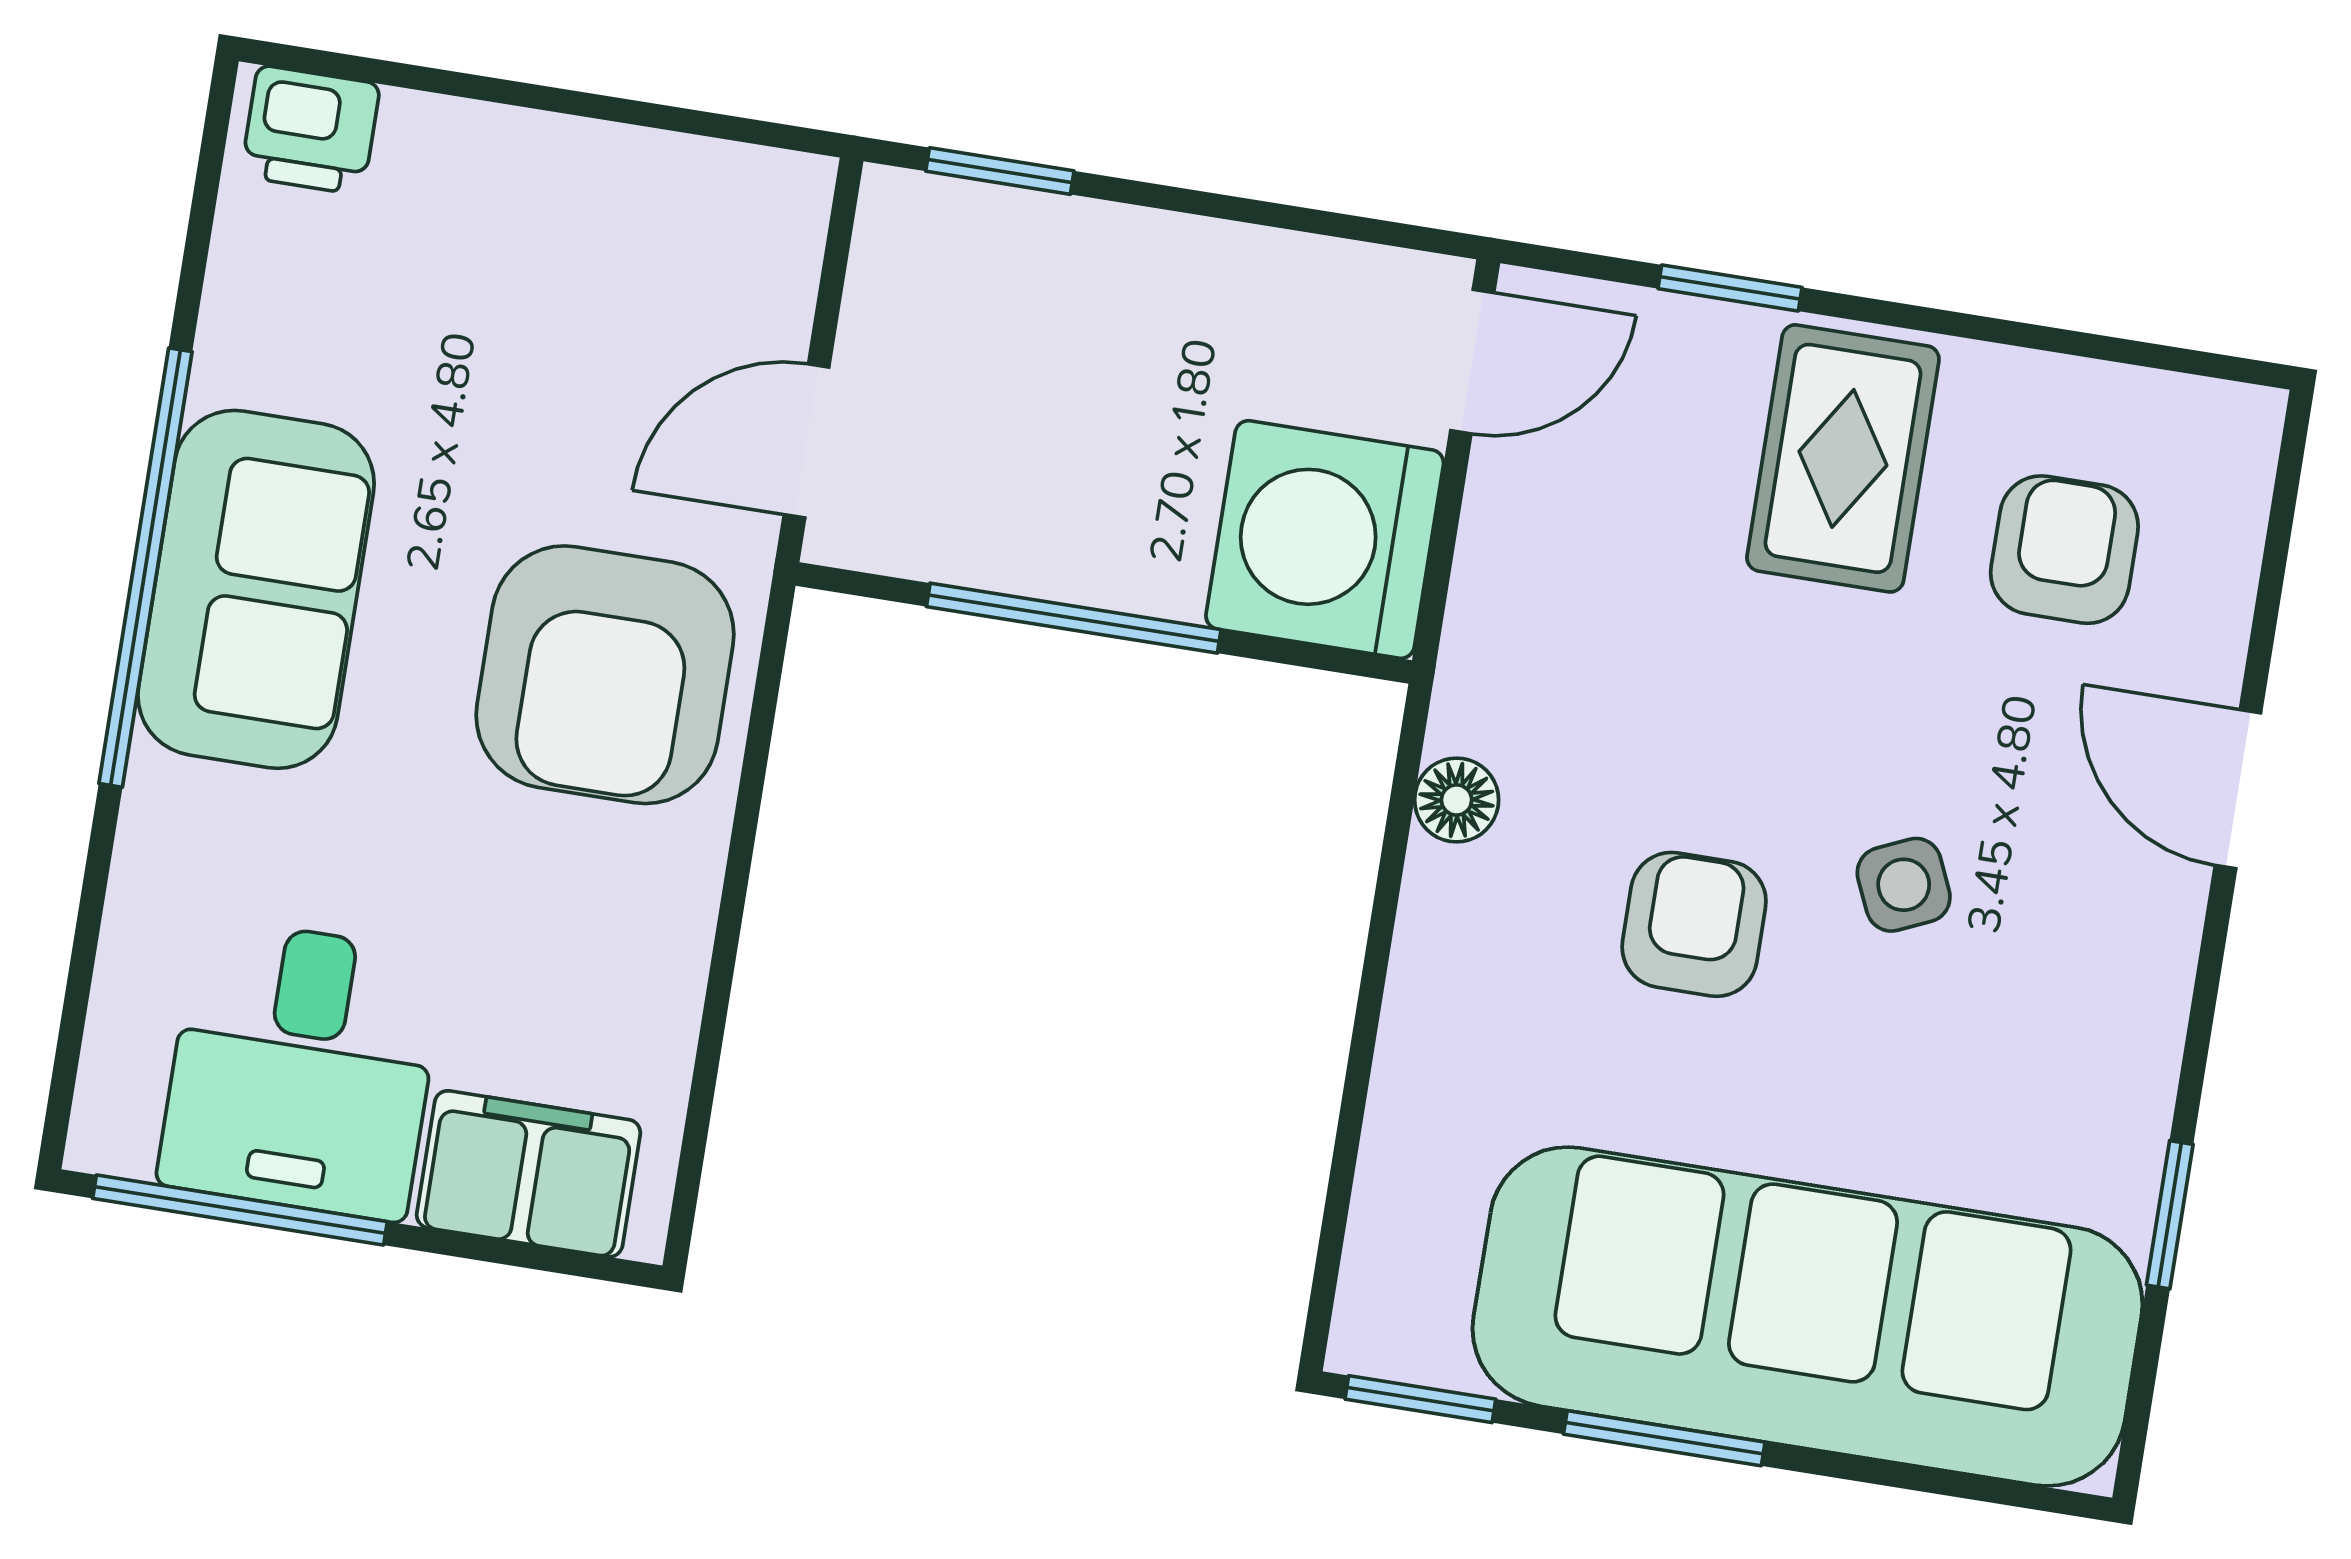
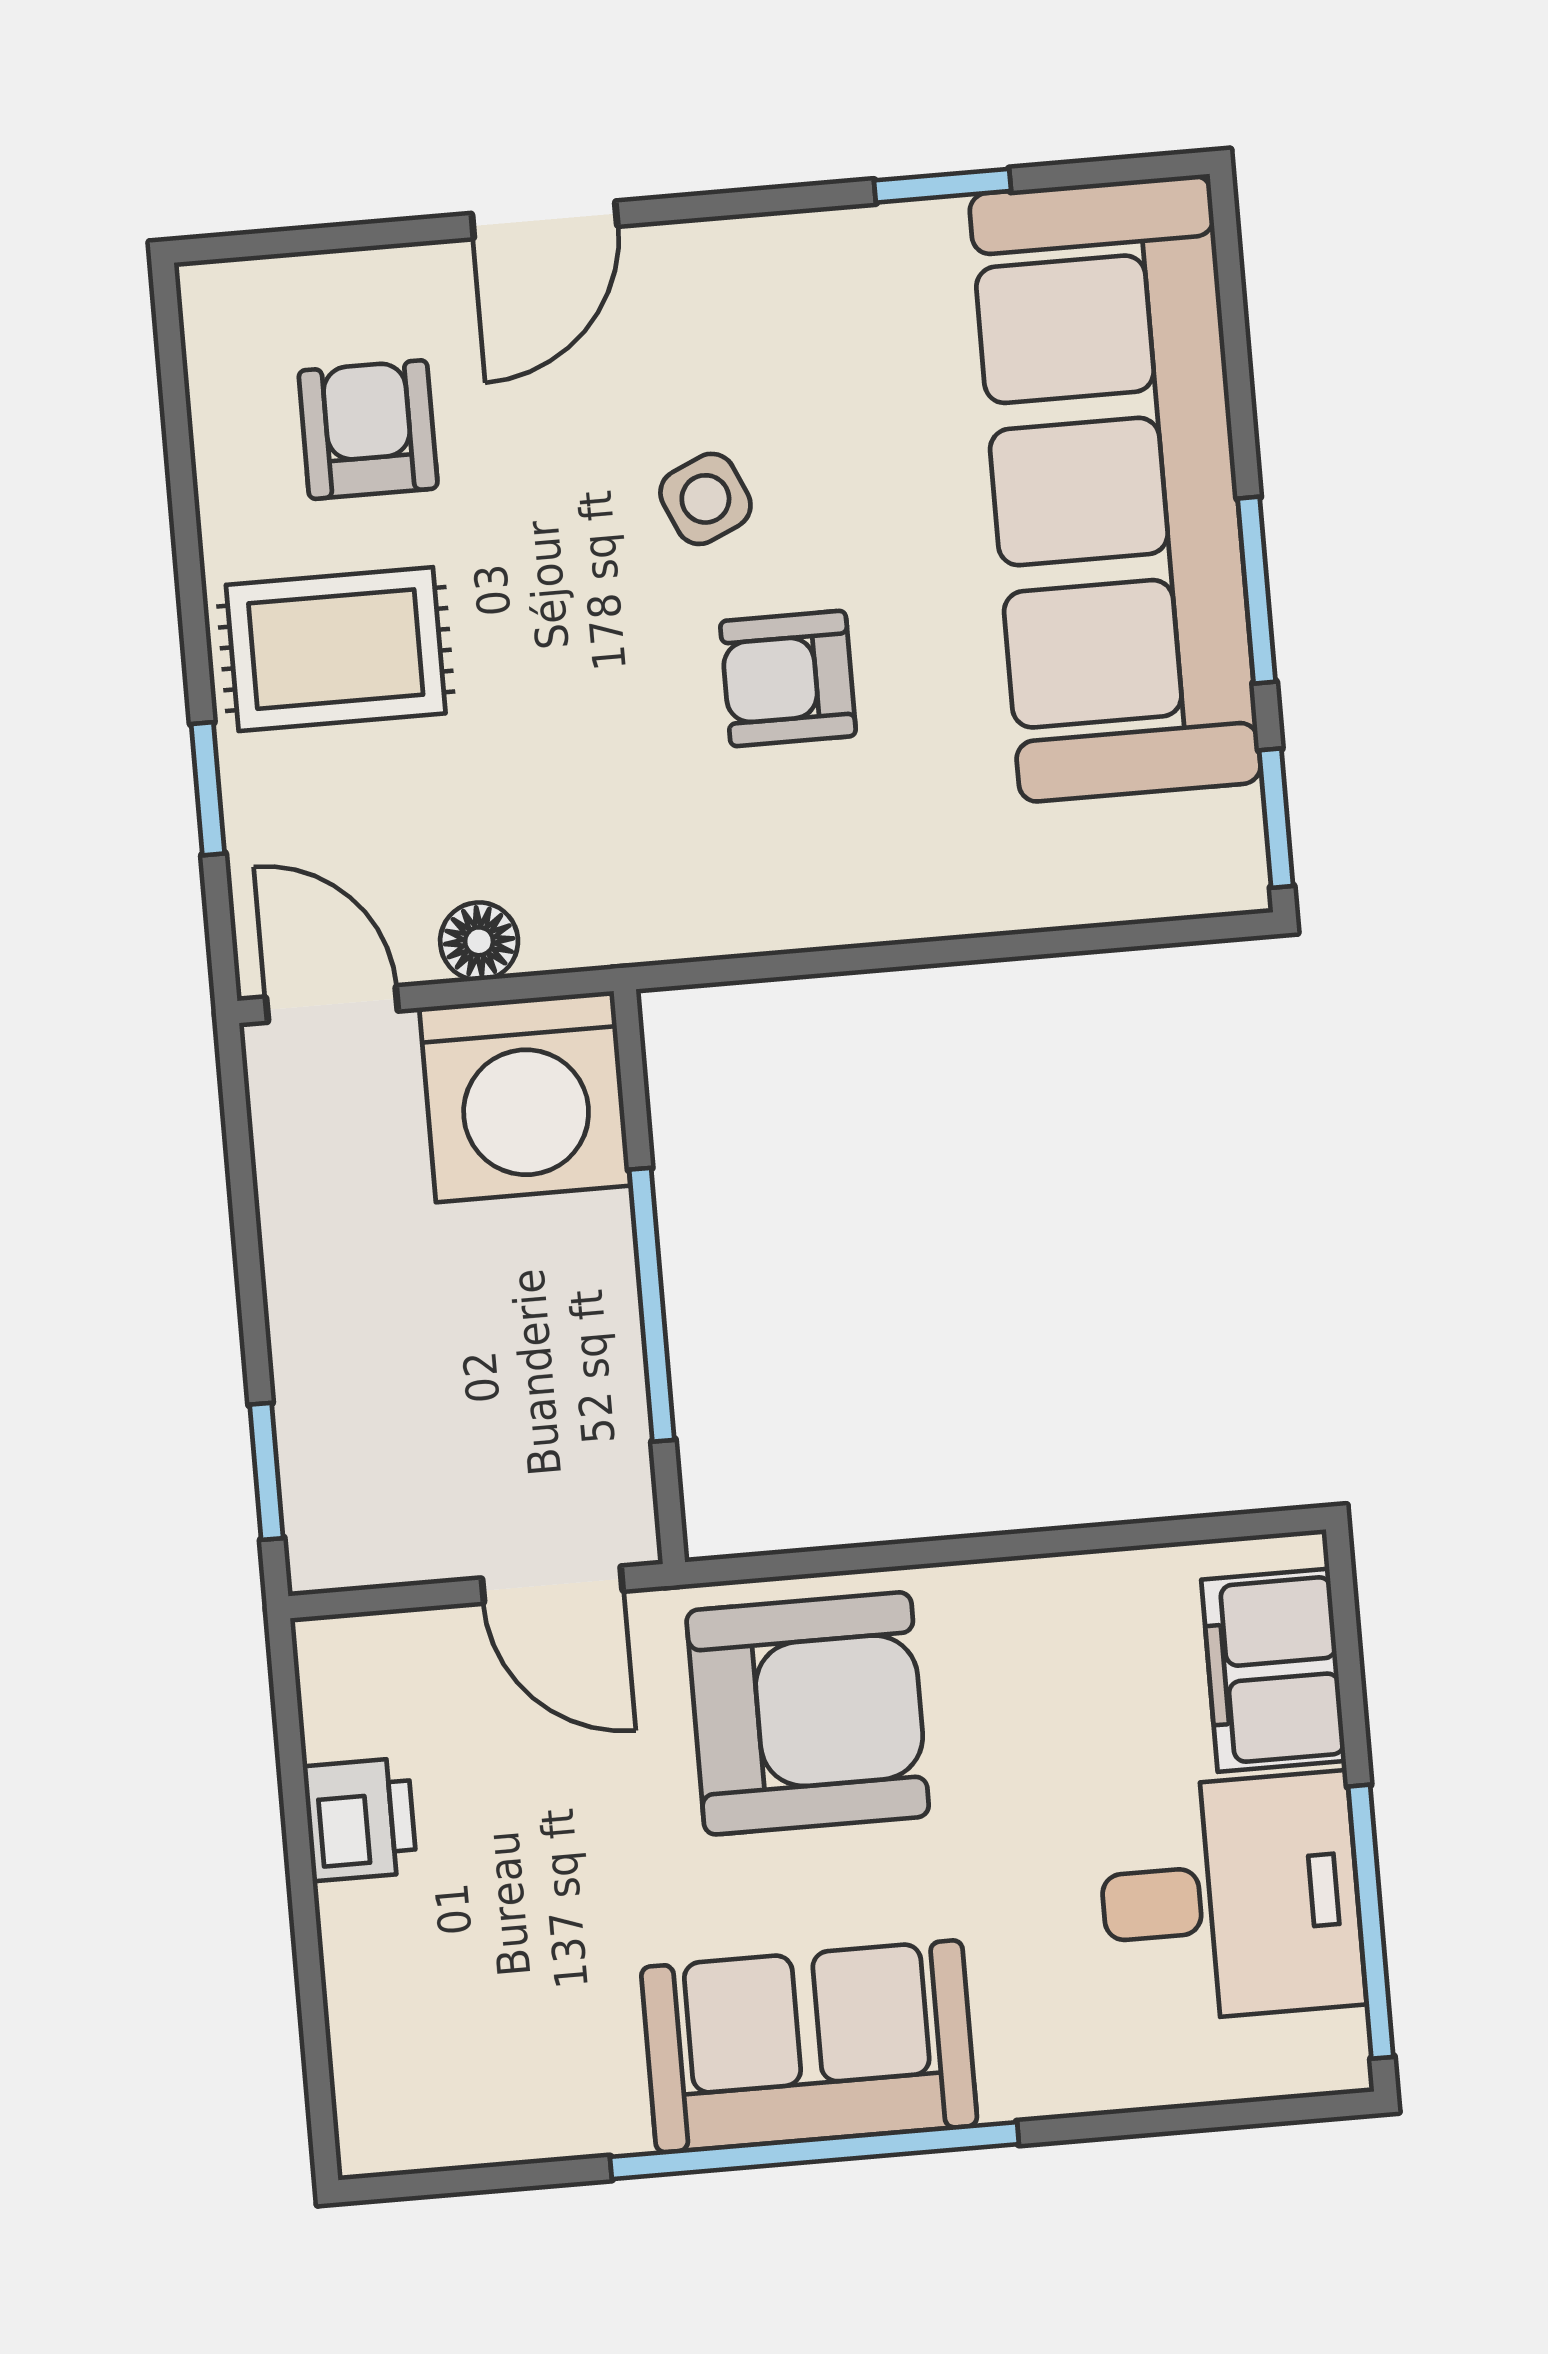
printer: (310, 130) -> (360, 1819), moved
armchair: (2064, 550) -> (368, 430), turned 90
floor lamp: (1457, 800) -> (479, 941), moved

